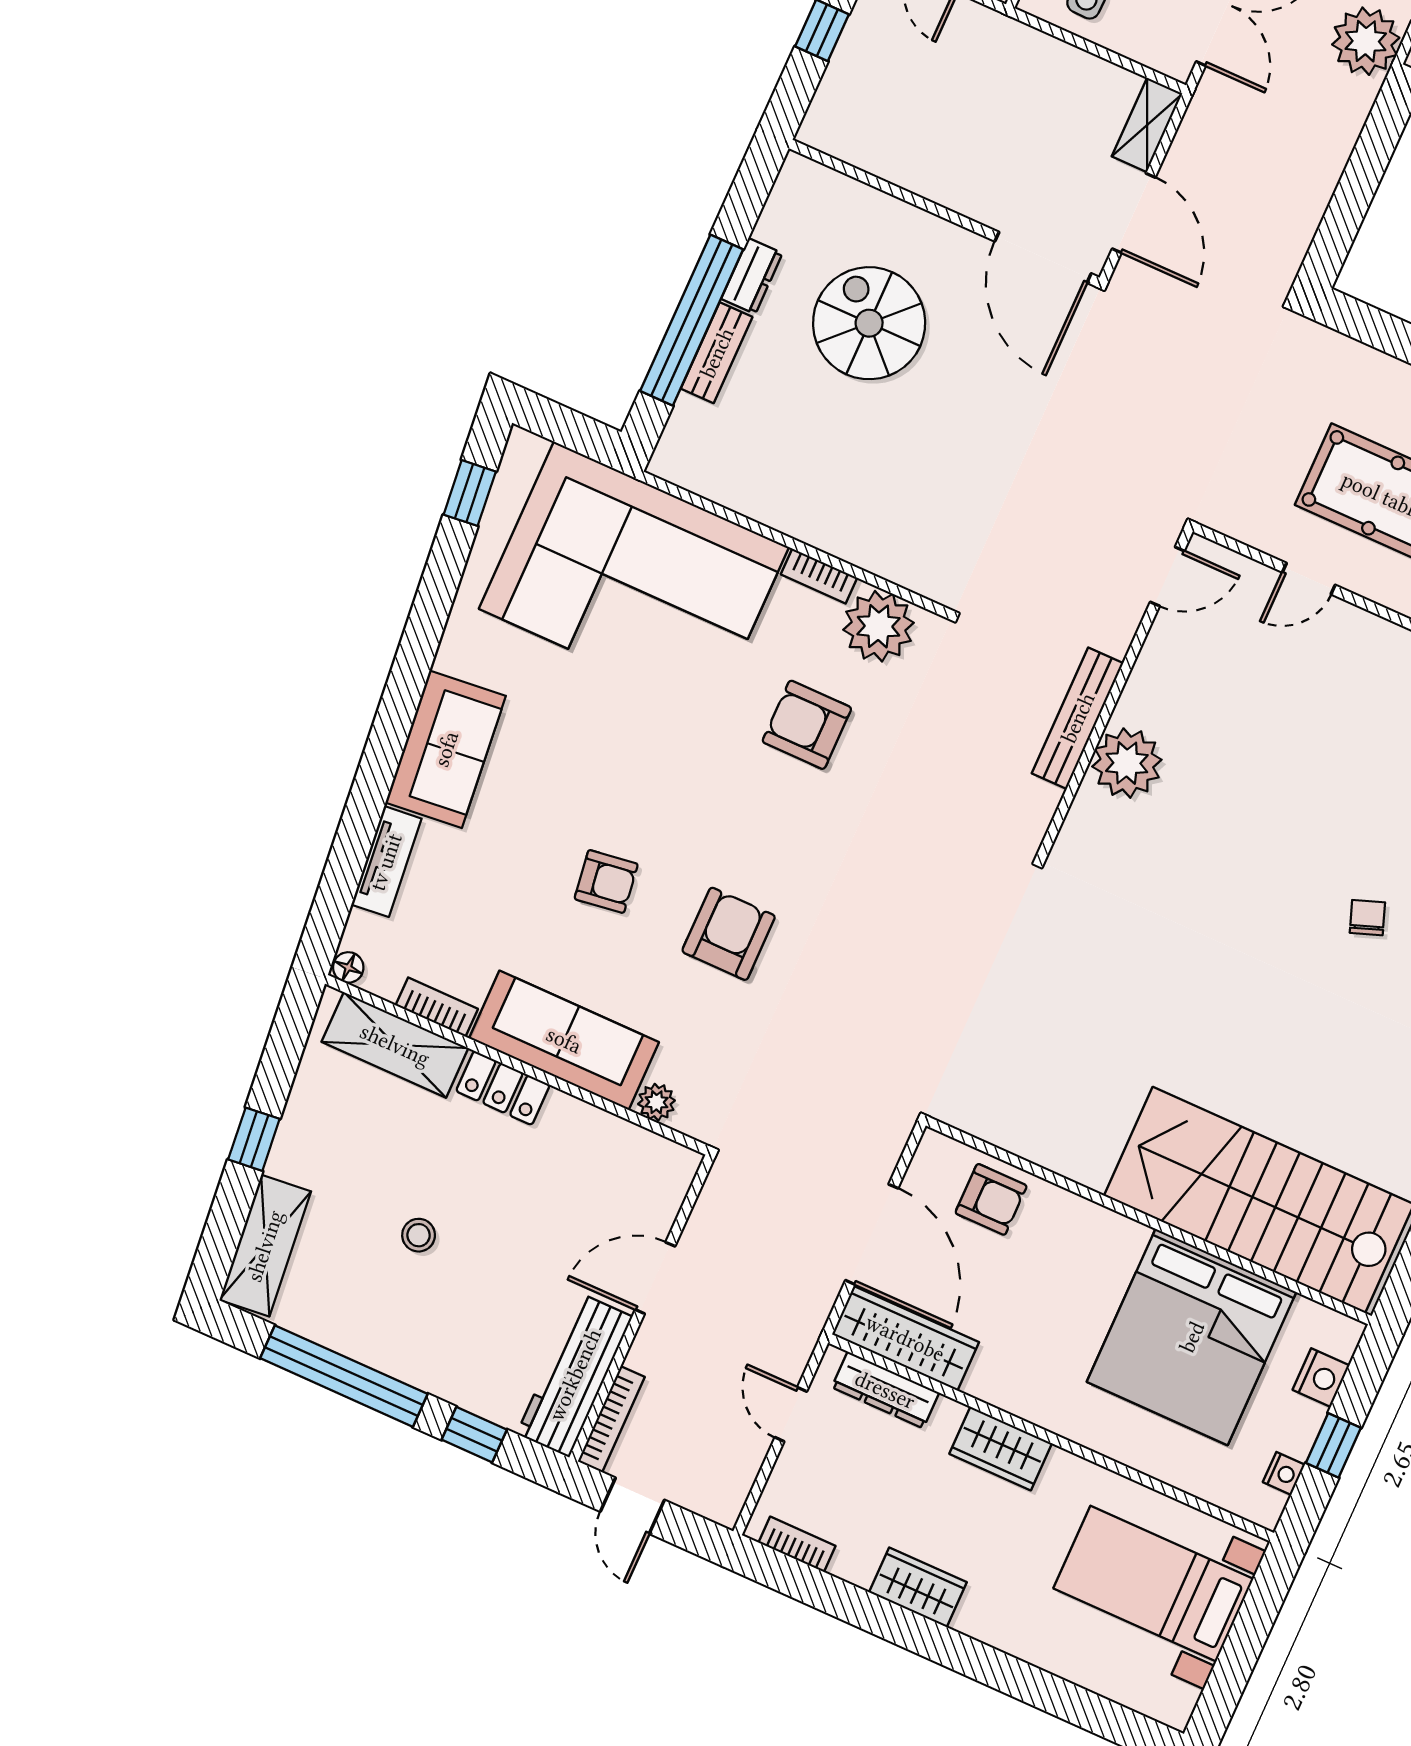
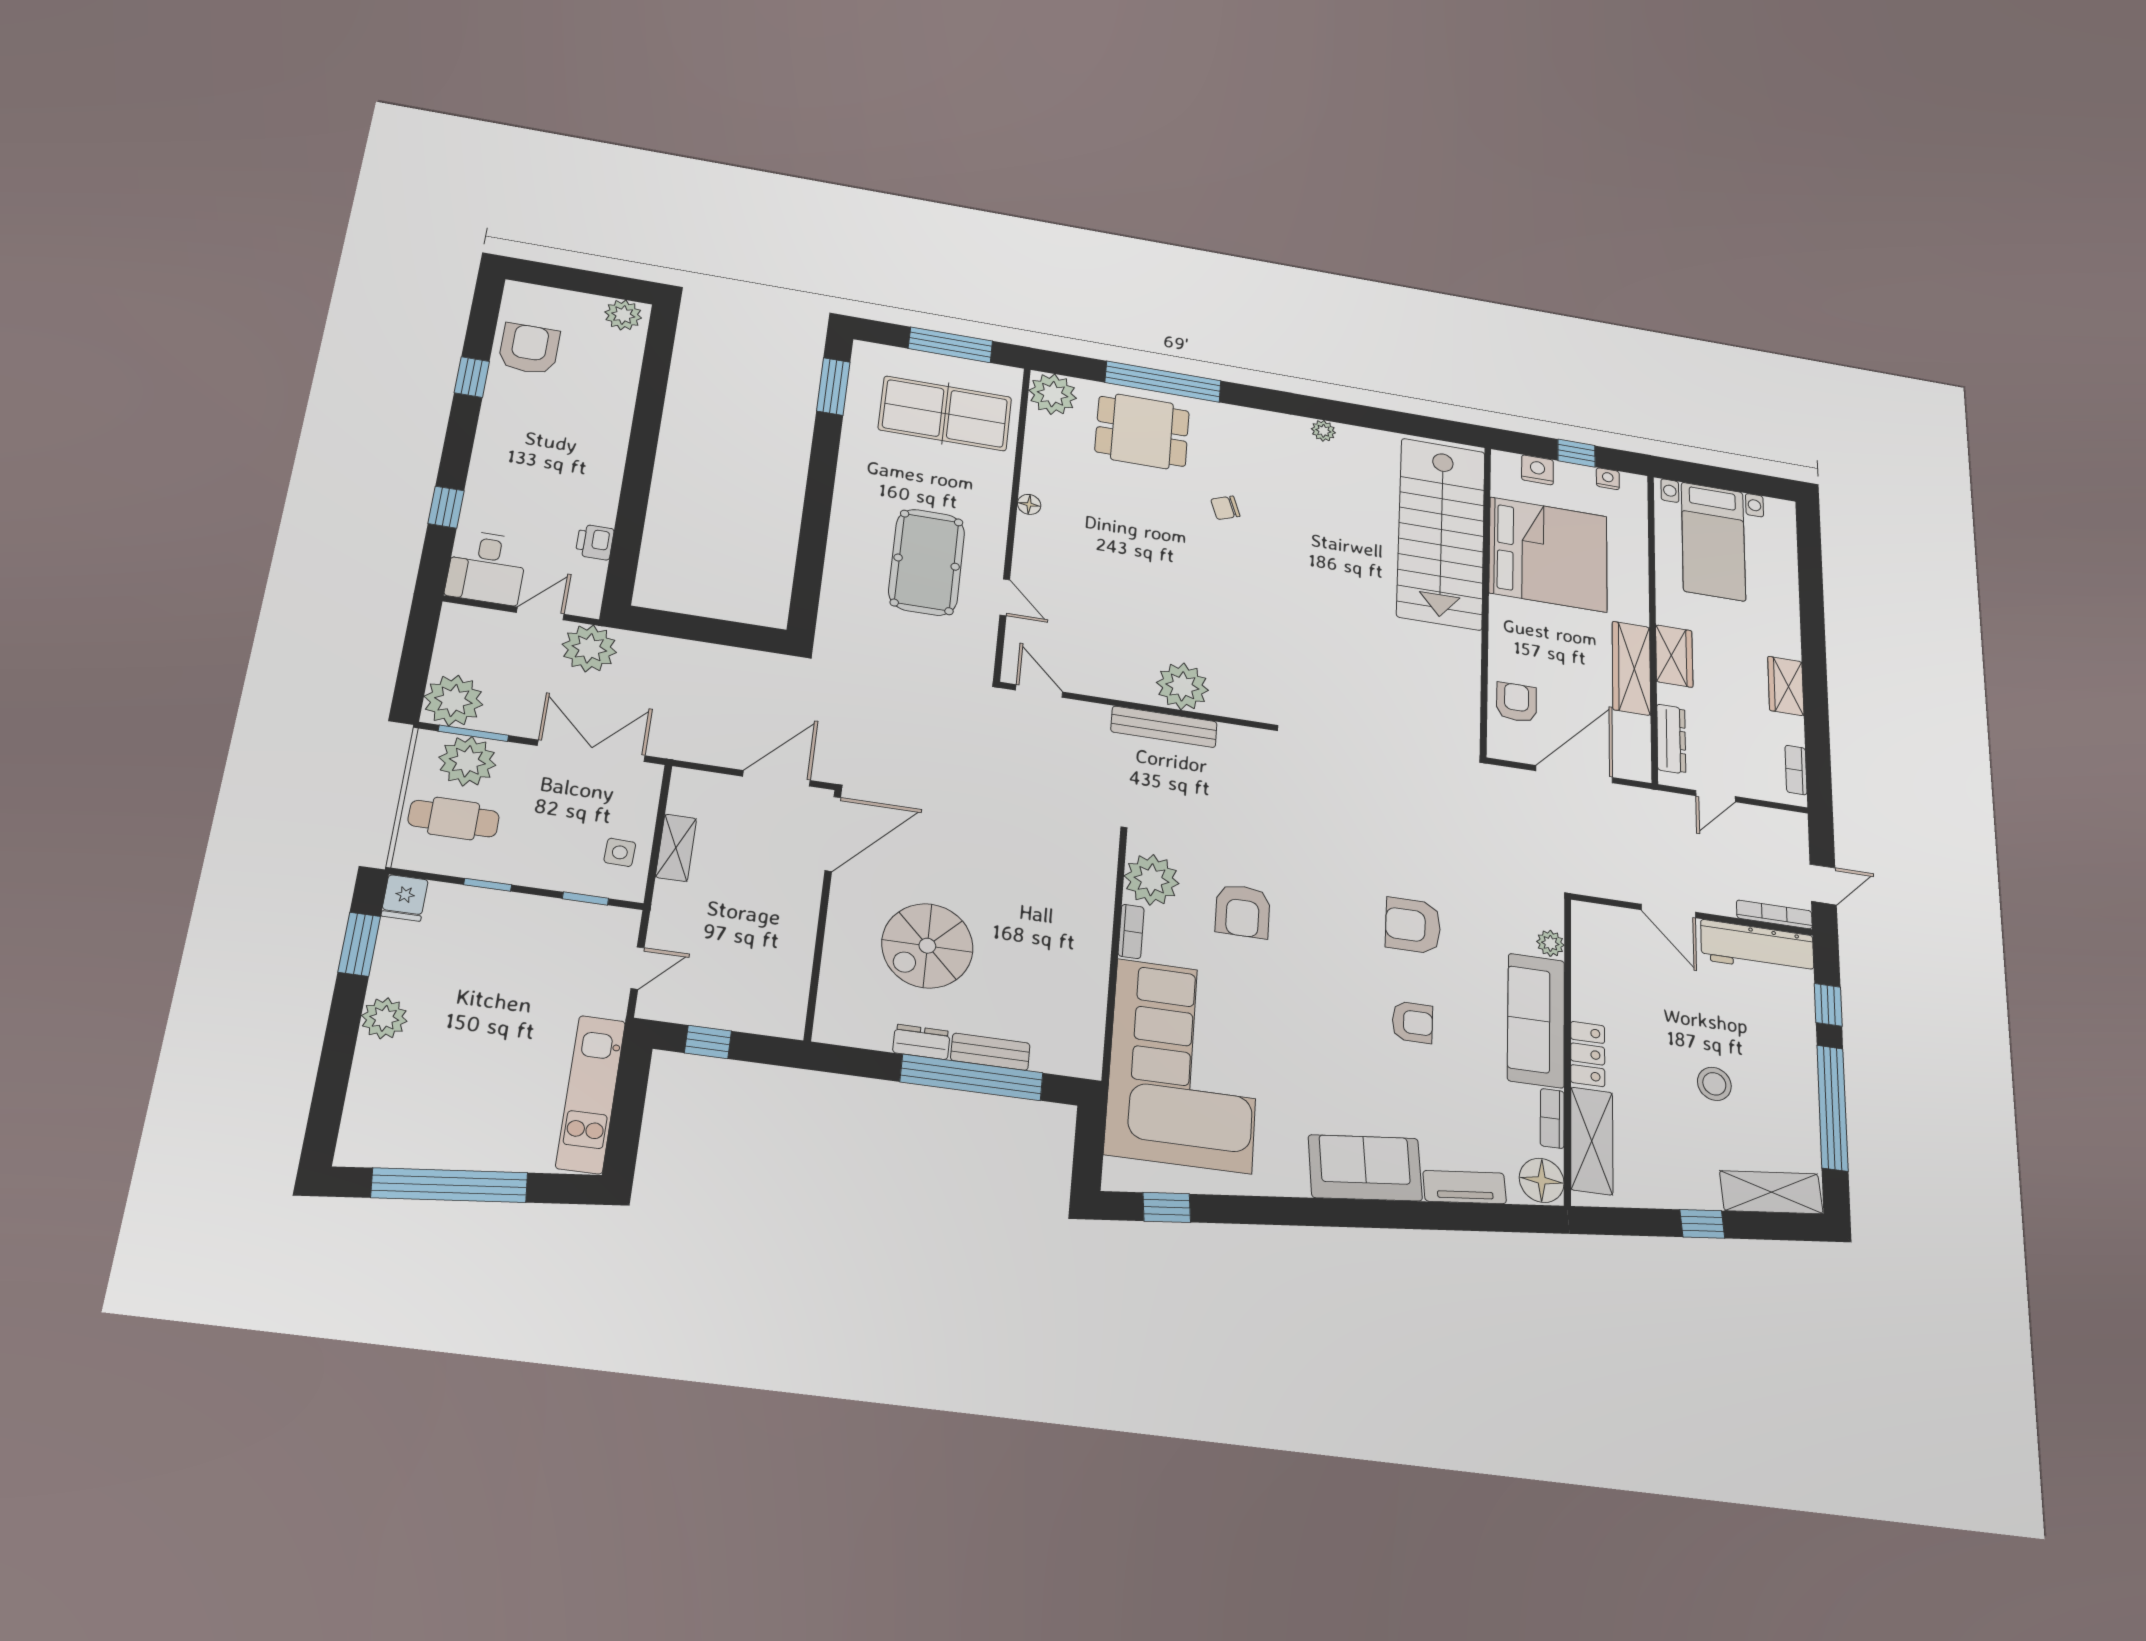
shelving: (1147, 125) -> (676, 848), moved, turned 90
armchair: (606, 881) -> (1412, 1022), turned 98
floor lamp: (348, 967) -> (1542, 1180), width x1.89, depth x1.89
stool: (419, 1235) -> (1714, 1084), width x1.37, depth x1.37
wardrobe: (905, 1338) -> (1631, 668), moved

